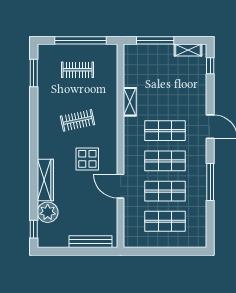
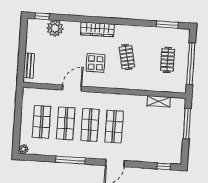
shelving: (188, 50) -> (177, 149), removed
shelving: (130, 102) -> (159, 101), moved
wardrobe: (45, 180) -> (97, 29), moved
bench: (90, 242) -> (29, 66), width x0.73
plant: (200, 242) -> (23, 149), added

